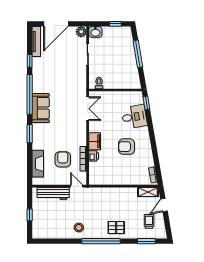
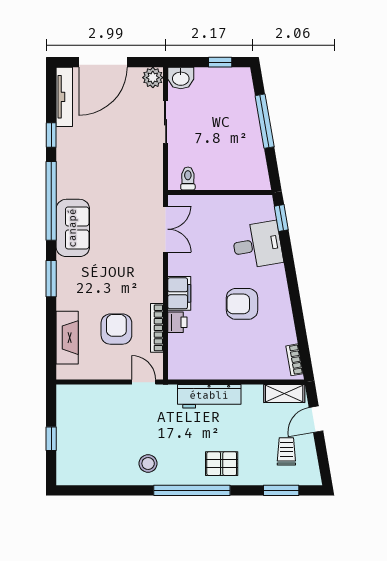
workbench: (53, 193) -> (209, 396), moved

